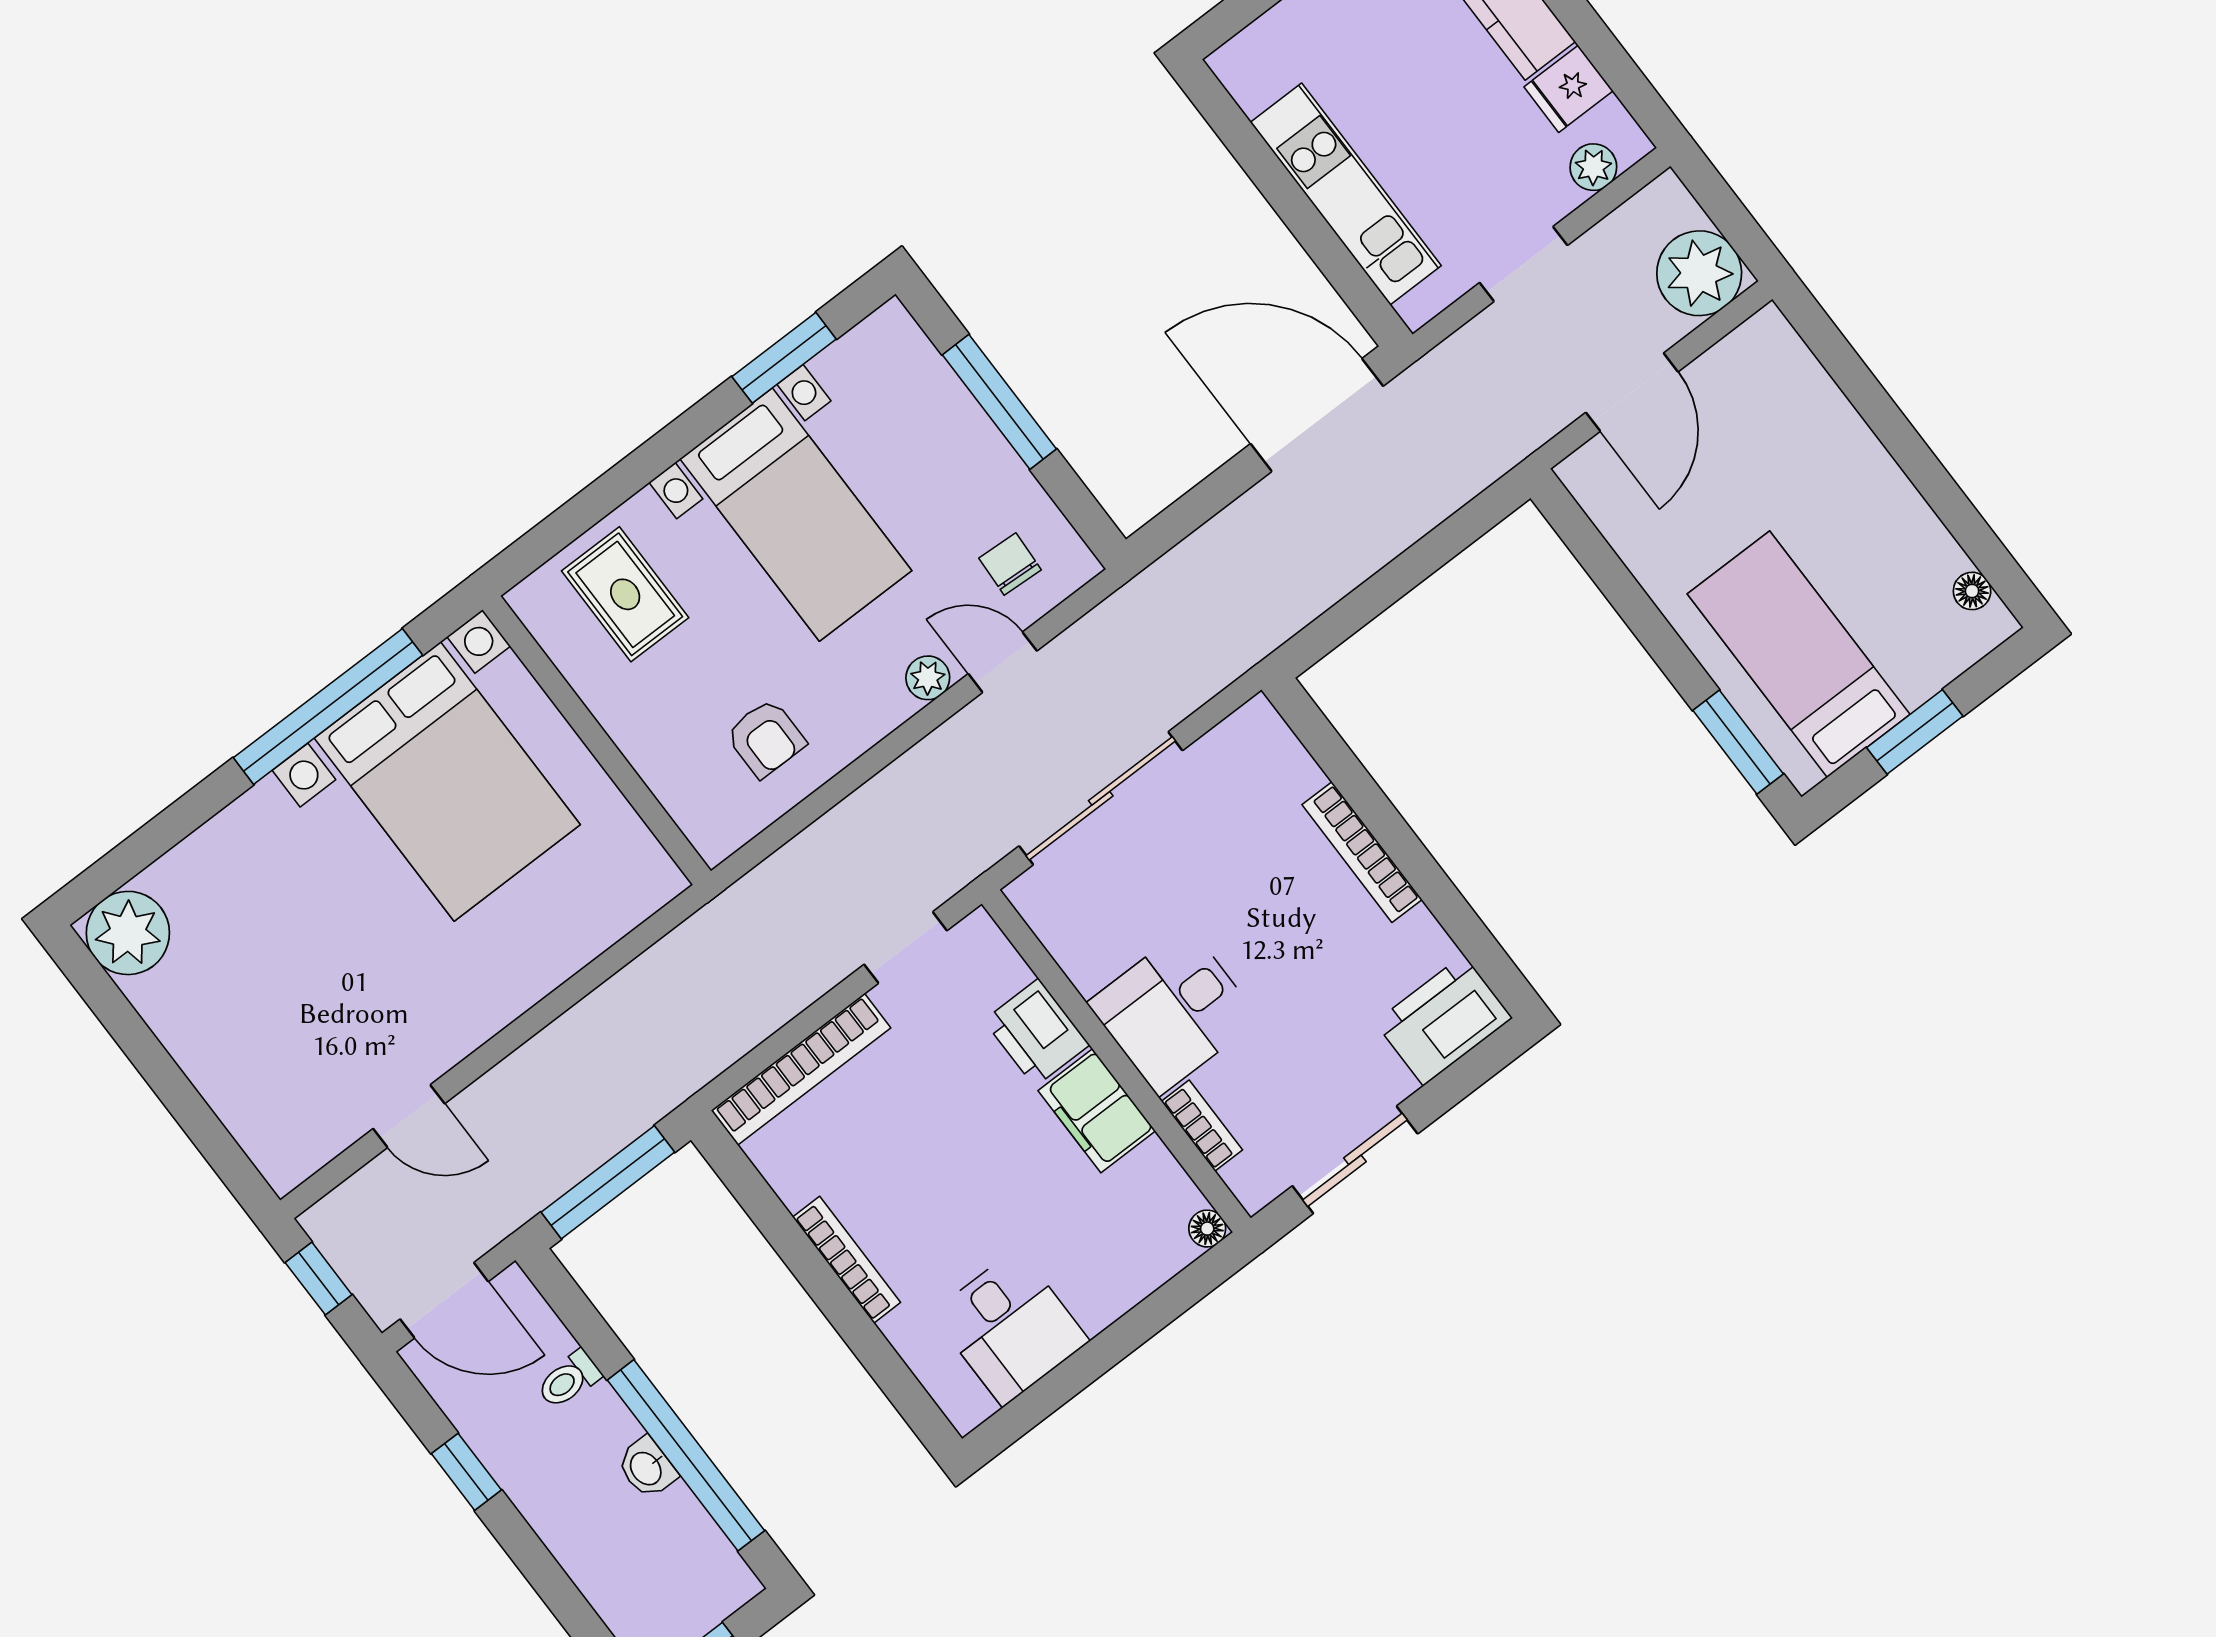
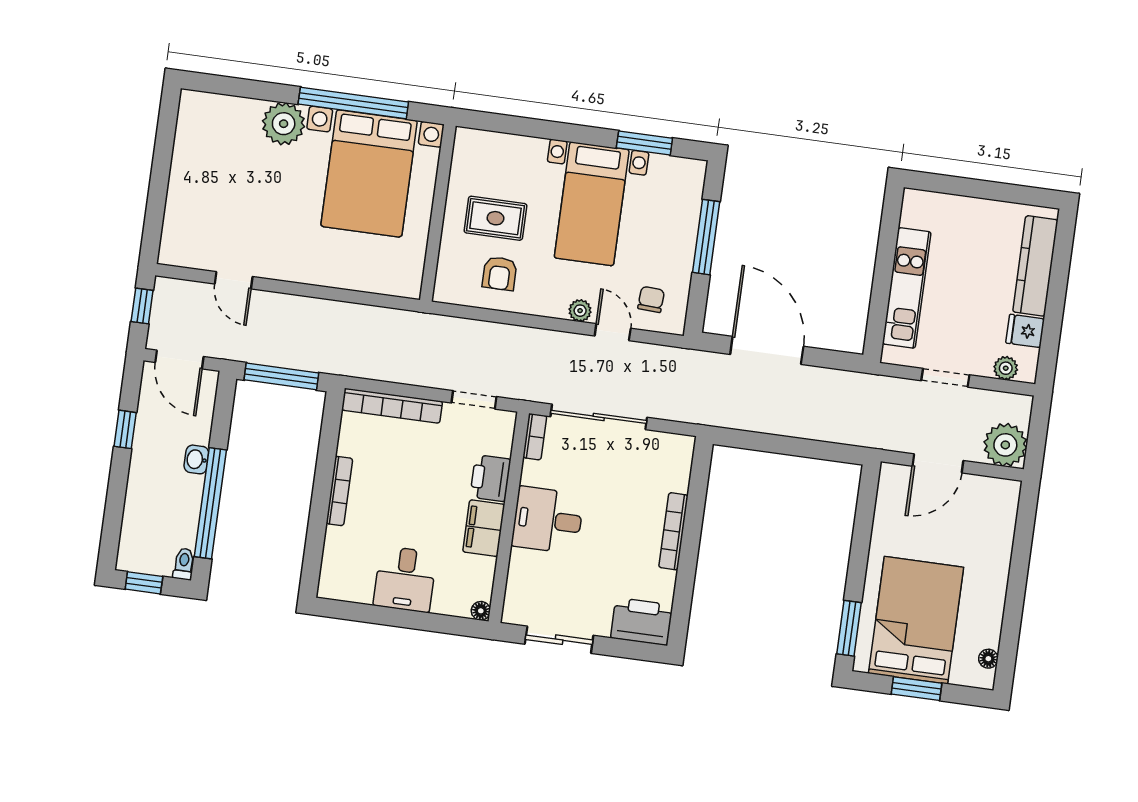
door: (1317, 415) -> (767, 350), moved
rug: (625, 594) -> (495, 218), moved, turned 90
bed: (1799, 654) -> (916, 620), width x1.50
plant: (128, 933) -> (284, 124), moved
bookcase: (1202, 1126) -> (535, 437), moved
desk: (1010, 1327) -> (405, 579), moved
toilet: (569, 1380) -> (184, 564), moved, turned 90
washbasin: (647, 1468) -> (196, 459), moved

